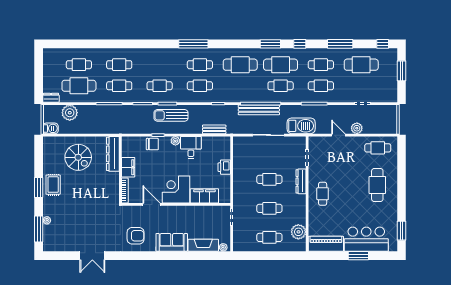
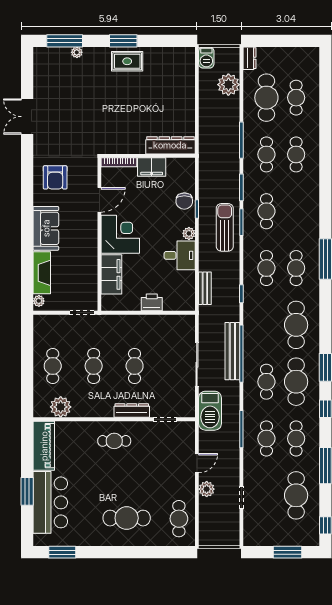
spiral stairs: (78, 157) -> (166, 97), removed

